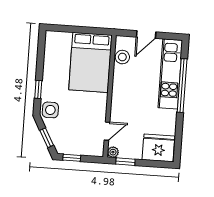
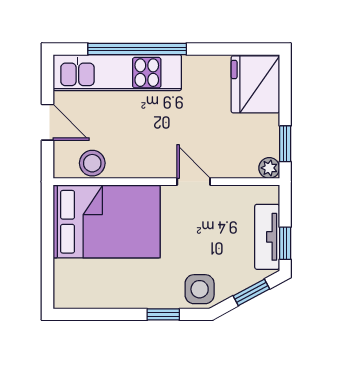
door: (107, 131) -> (194, 182), moved
tv unit: (76, 148) -> (267, 237), added

